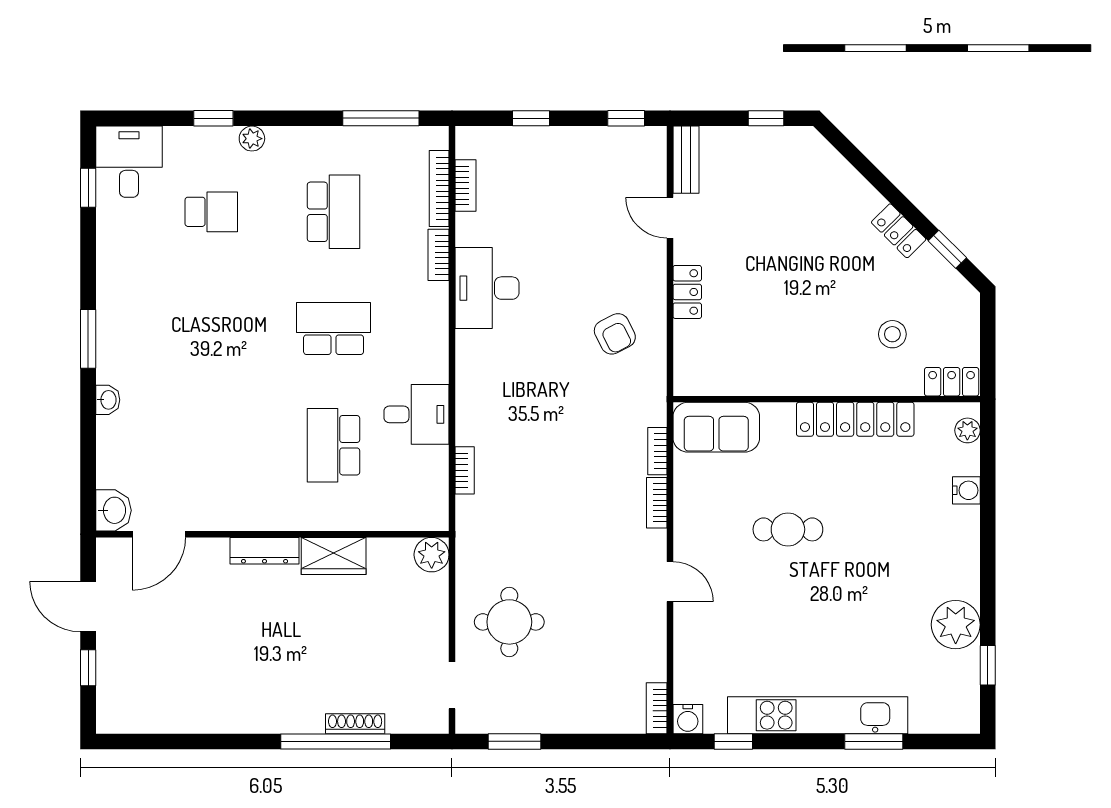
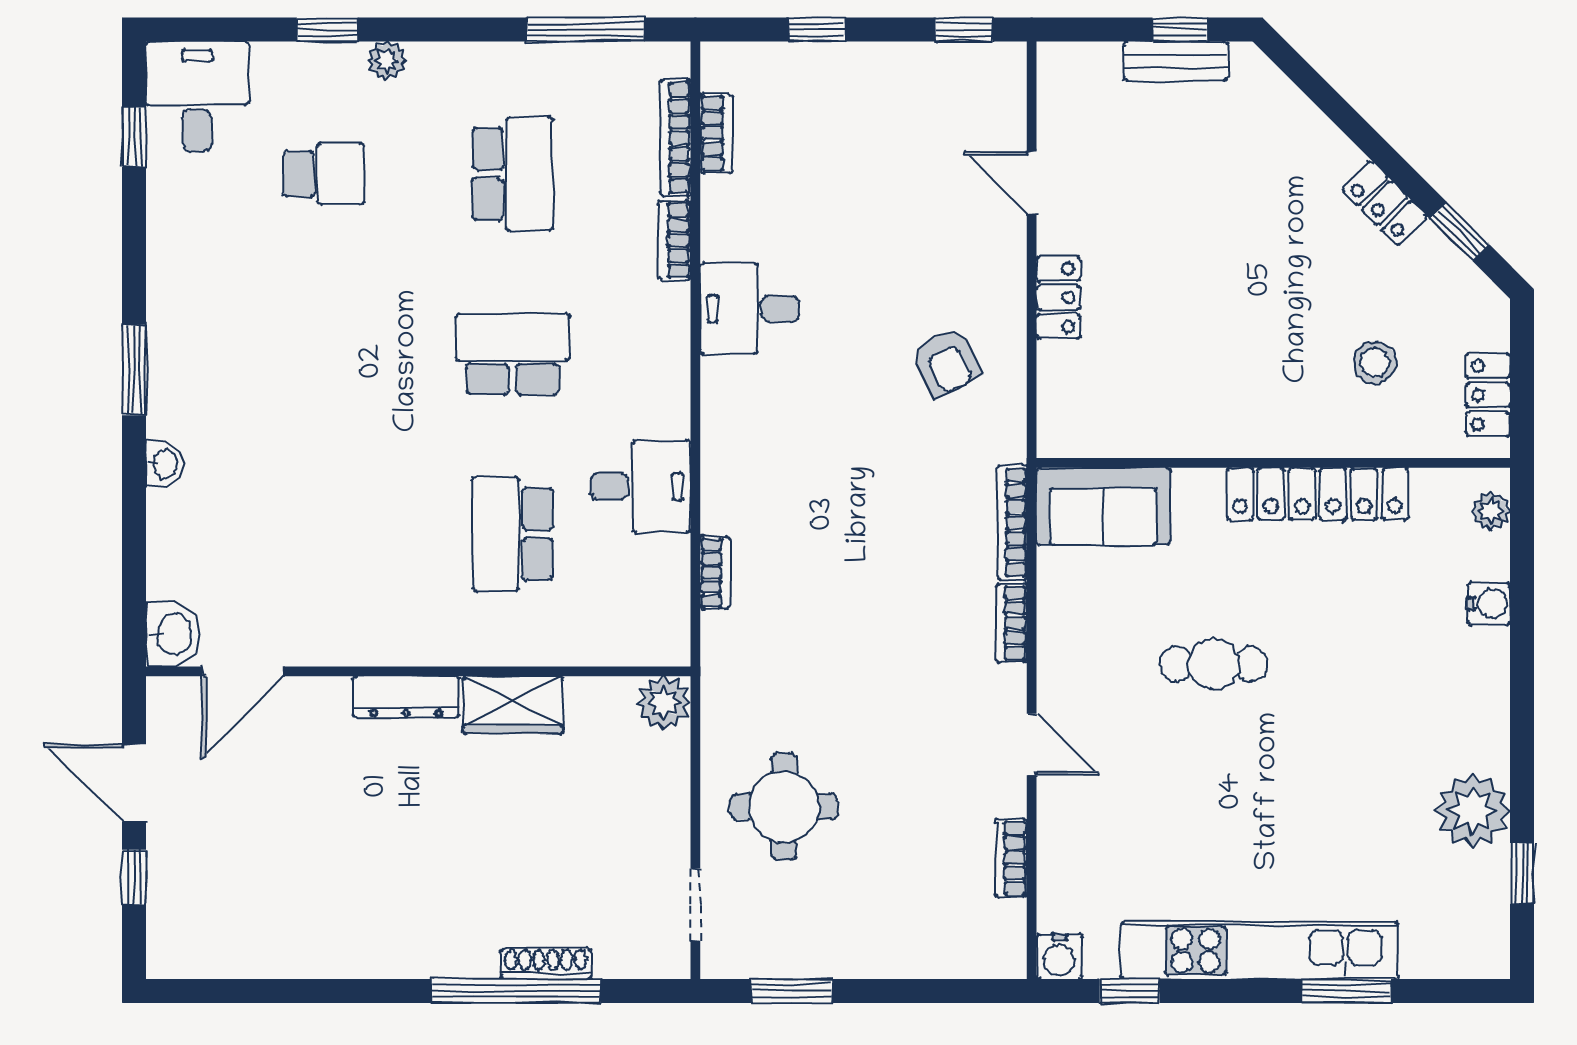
bench: (686, 160) -> (1175, 61), moved, turned 90
desk: (487, 288) -> (749, 309), width x0.73
locker: (952, 382) -> (1488, 395), moved, turned -90
bookcase: (657, 451) -> (1012, 522), width x1.56
bookcase: (657, 708) -> (1011, 858), moved

